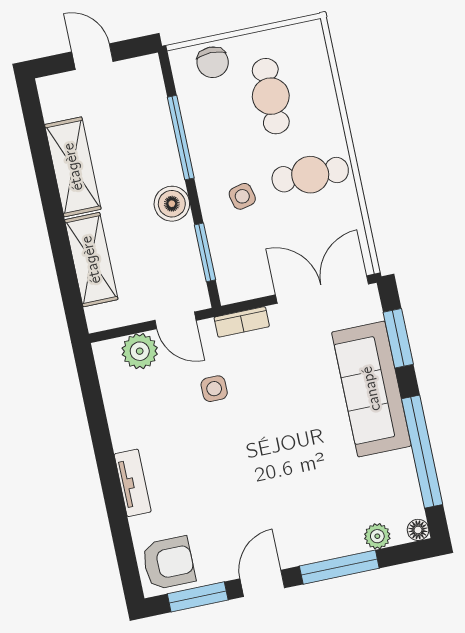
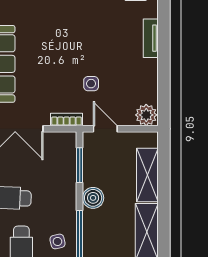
side table: (242, 196) -> (57, 241), moved
plant: (140, 351) -> (146, 115), moved

